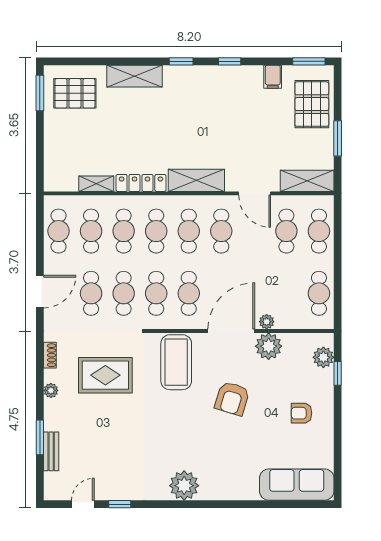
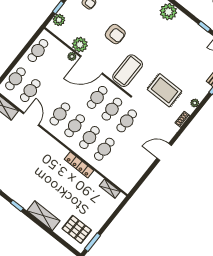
shelving: (196, 180) -> (53, 146), removed
shelving: (96, 184) -> (110, 189), moved
cafe table: (59, 231) -> (134, 173), removed
cafe table: (91, 231) -> (119, 161), removed
cafe table: (91, 293) -> (142, 133), removed
armchair: (232, 398) -> (115, 34), turned 73

